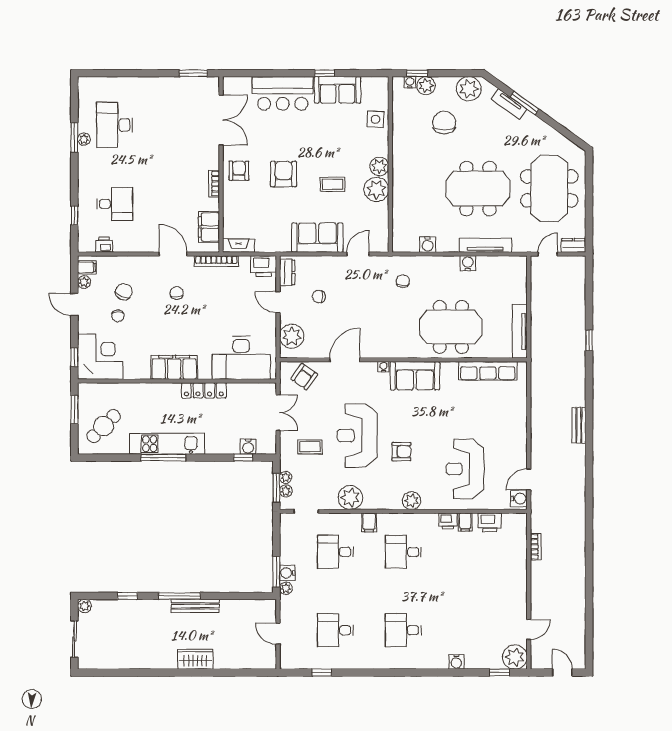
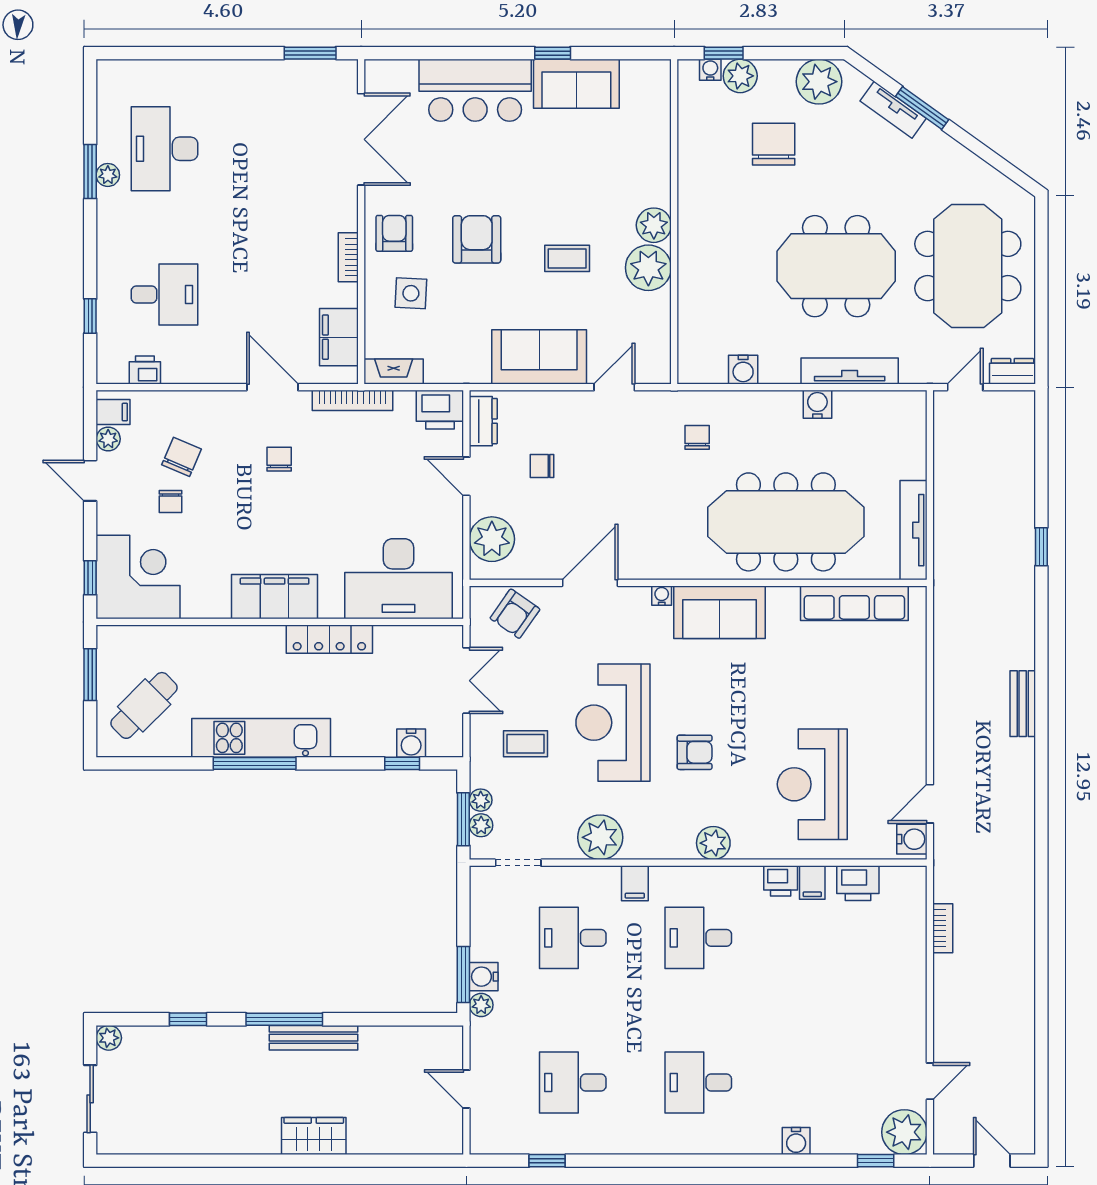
side table: (375, 119) -> (411, 293), moved
meeting table: (451, 327) -> (786, 522), width x1.36

